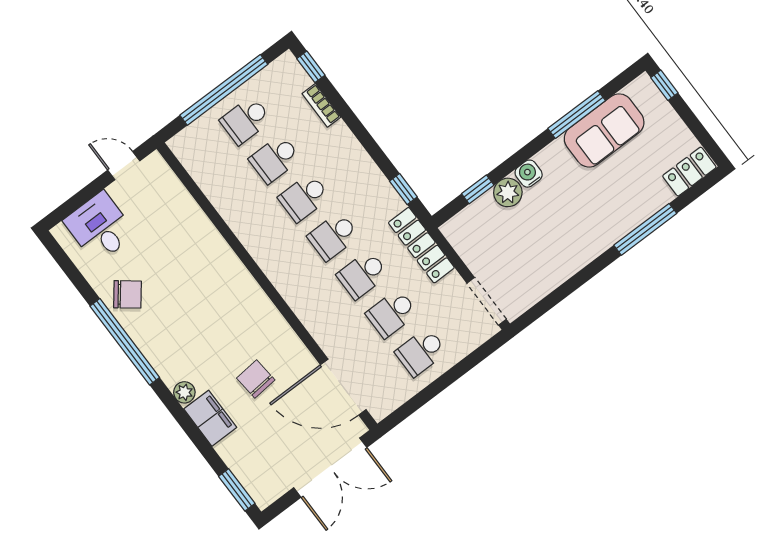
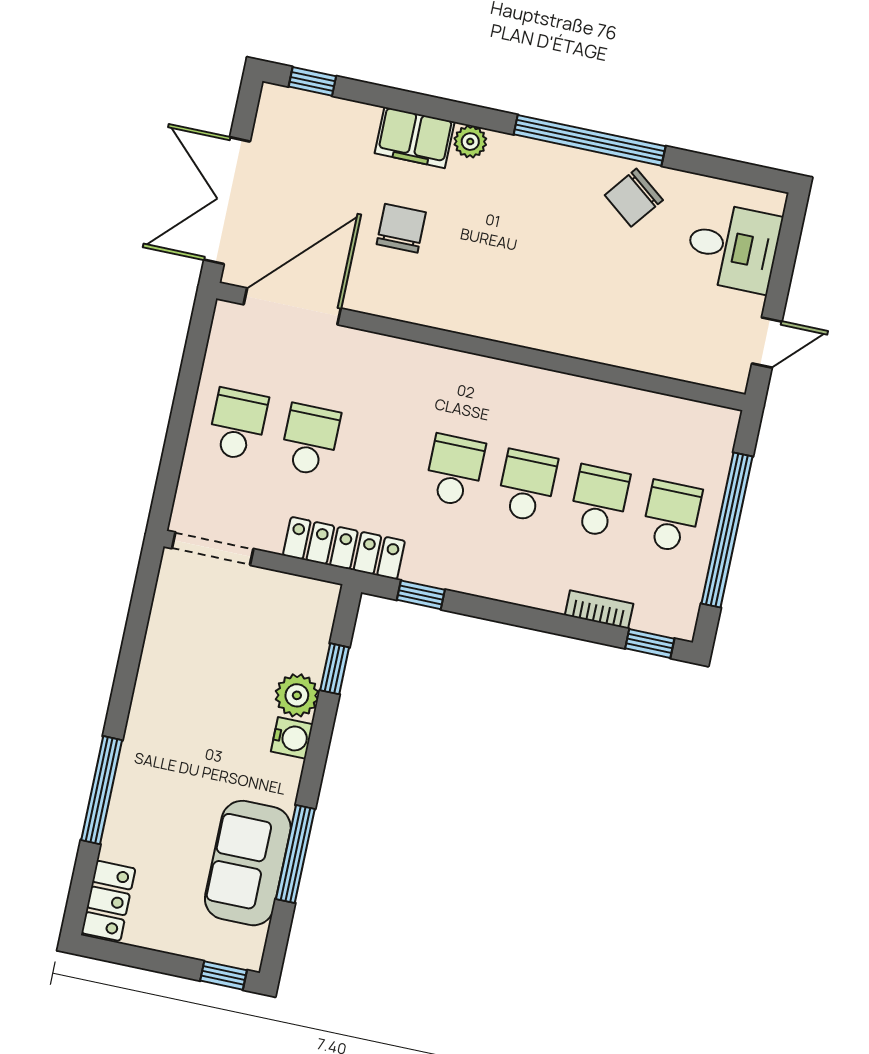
school desk: (362, 275) -> (382, 455), removed
chair: (256, 379) -> (401, 228), turned -85
window: (237, 490) -> (312, 81), width x0.67

